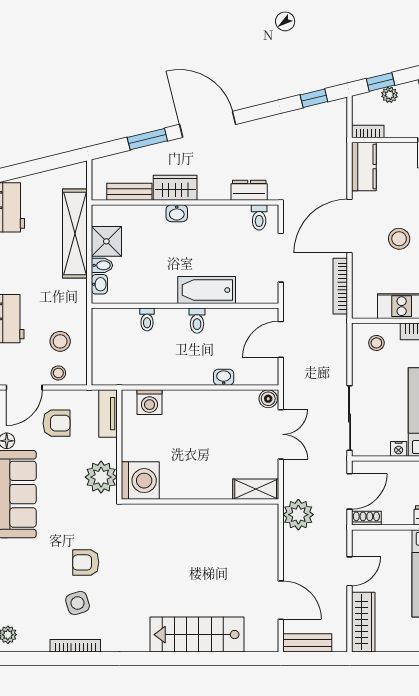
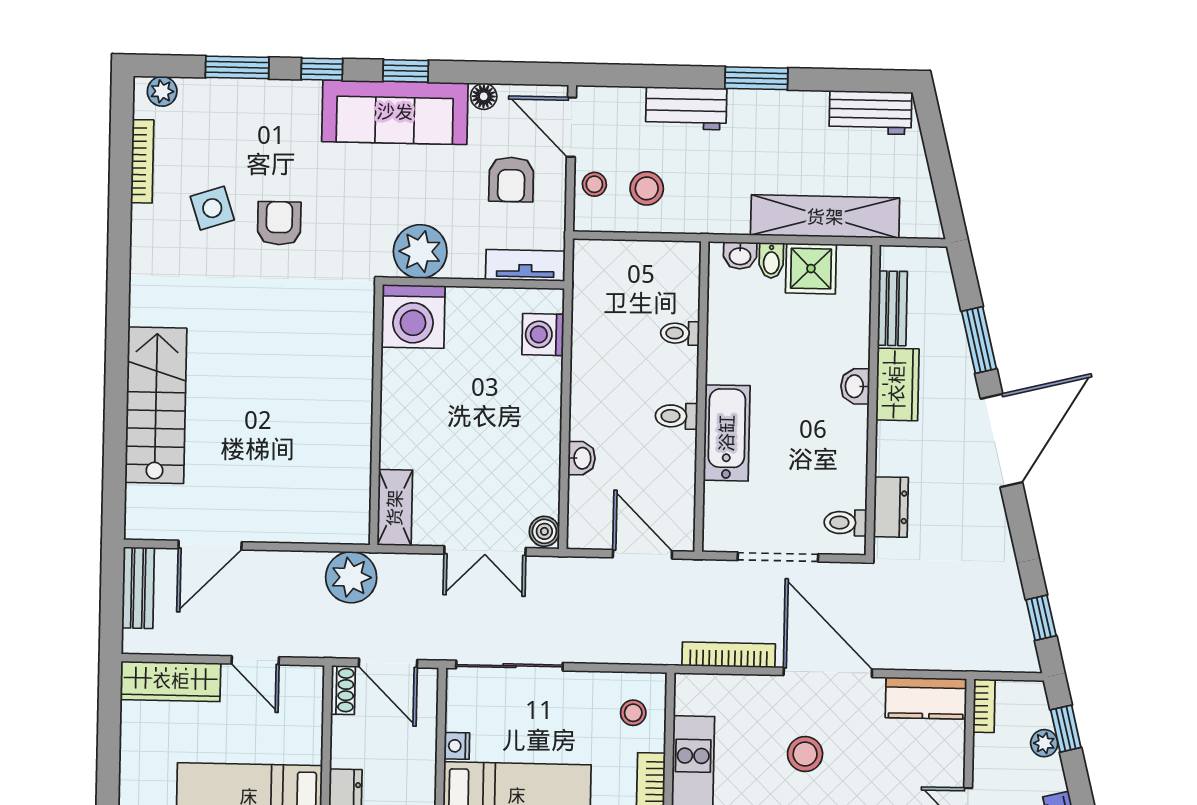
bookcase: (75, 646) -> (142, 161), moved

